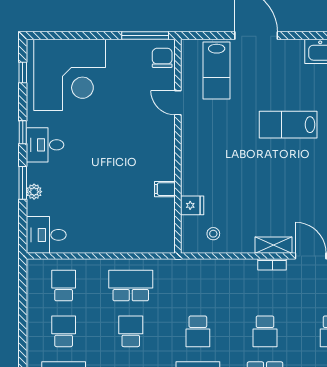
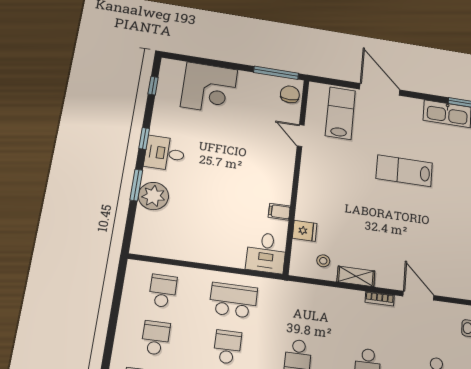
lab bench: (217, 70) -> (340, 113), turned 180
corner desk: (70, 75) -> (209, 88), width x0.74, depth x0.74
plant: (34, 192) -> (153, 196), width x1.88, depth x1.88
desk: (46, 235) -> (266, 253), moved, turned -90
shelving: (274, 245) -> (356, 276), moved

